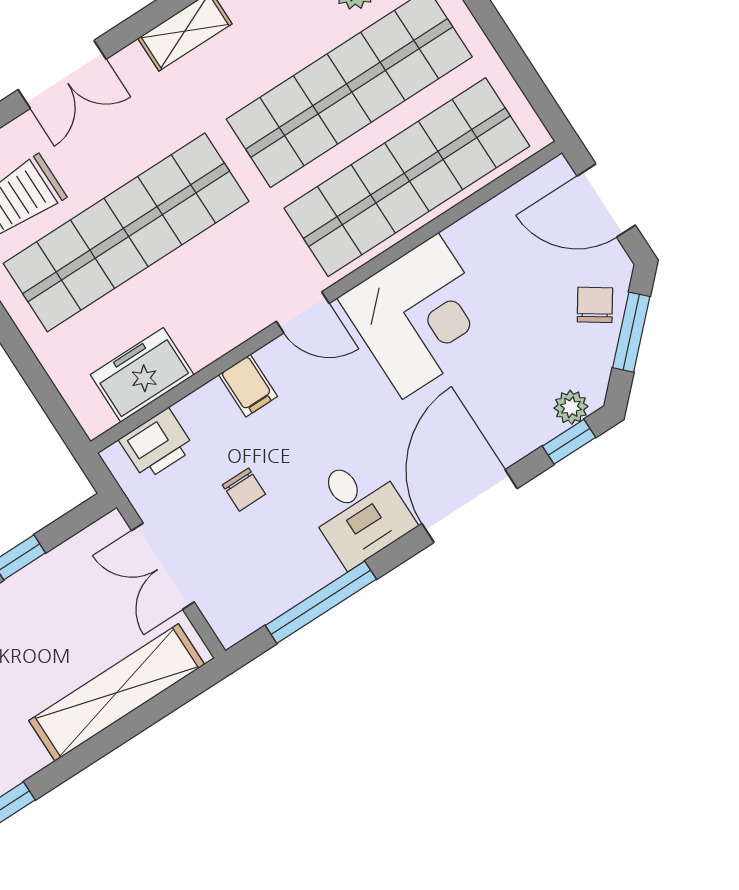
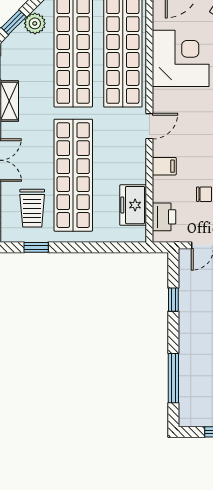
corner desk: (420, 316) -> (181, 58), moved

